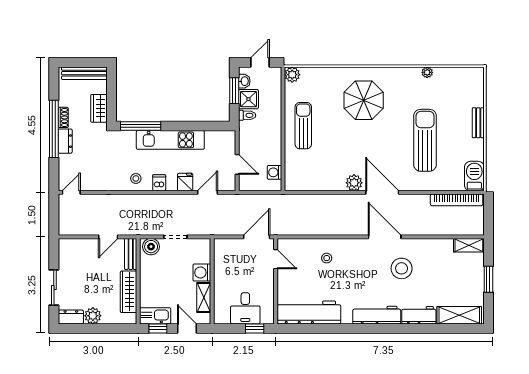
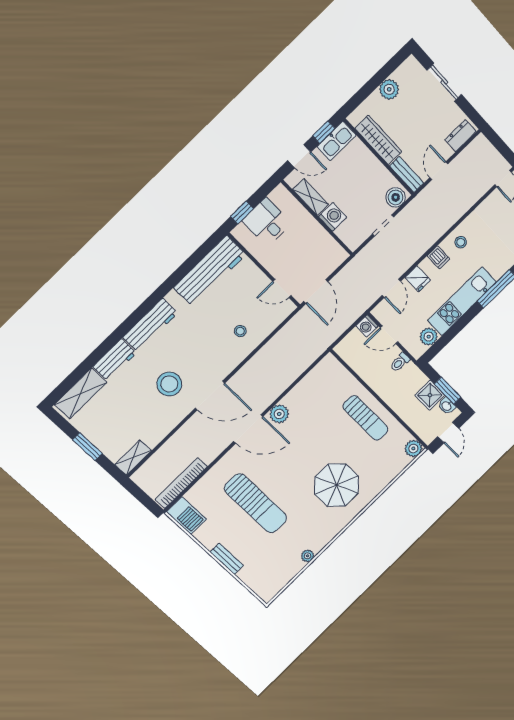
toilet: (247, 115) -> (400, 362), moved
plant: (213, 138) -> (429, 337), added
washing machine: (274, 172) -> (367, 326), moved, turned 180
dresser: (71, 317) -> (460, 136), moved, turned 180

